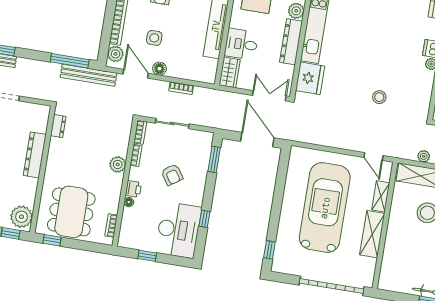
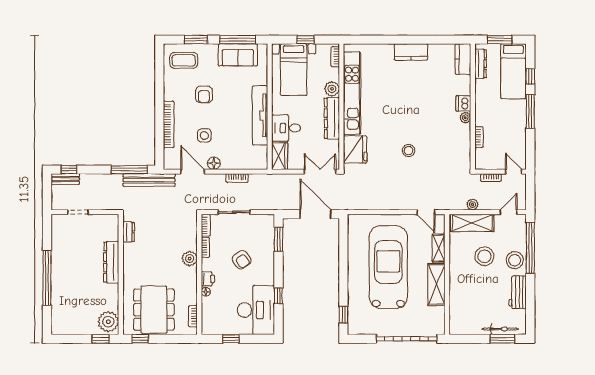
plant: (115, 54) -> (171, 156), removed
stool: (379, 97) -> (409, 151), moved

